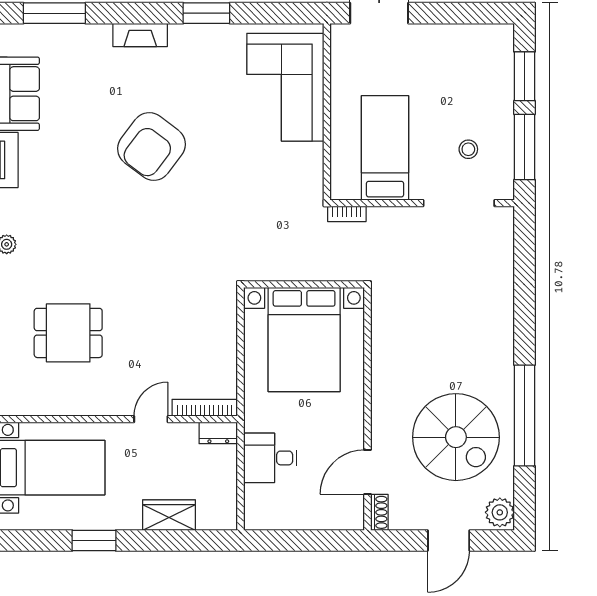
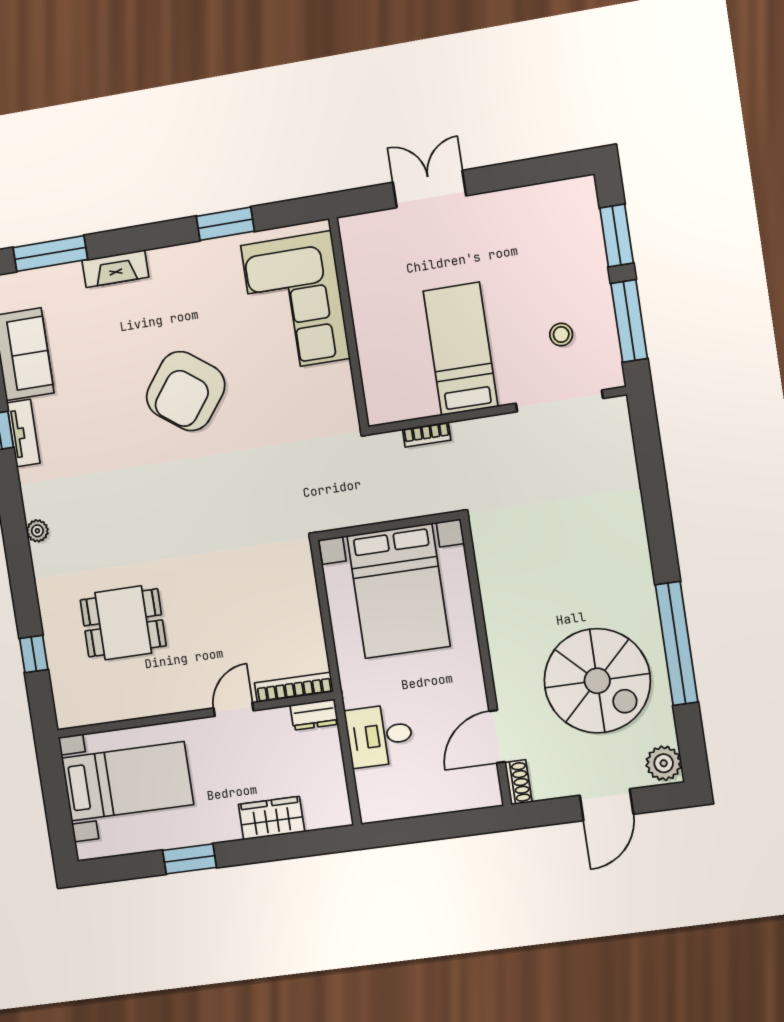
fireplace: (140, 35) -> (115, 269), moved
corner sofa: (285, 87) -> (295, 302), moved
wall: (327, 112) -> (349, 323), moved

